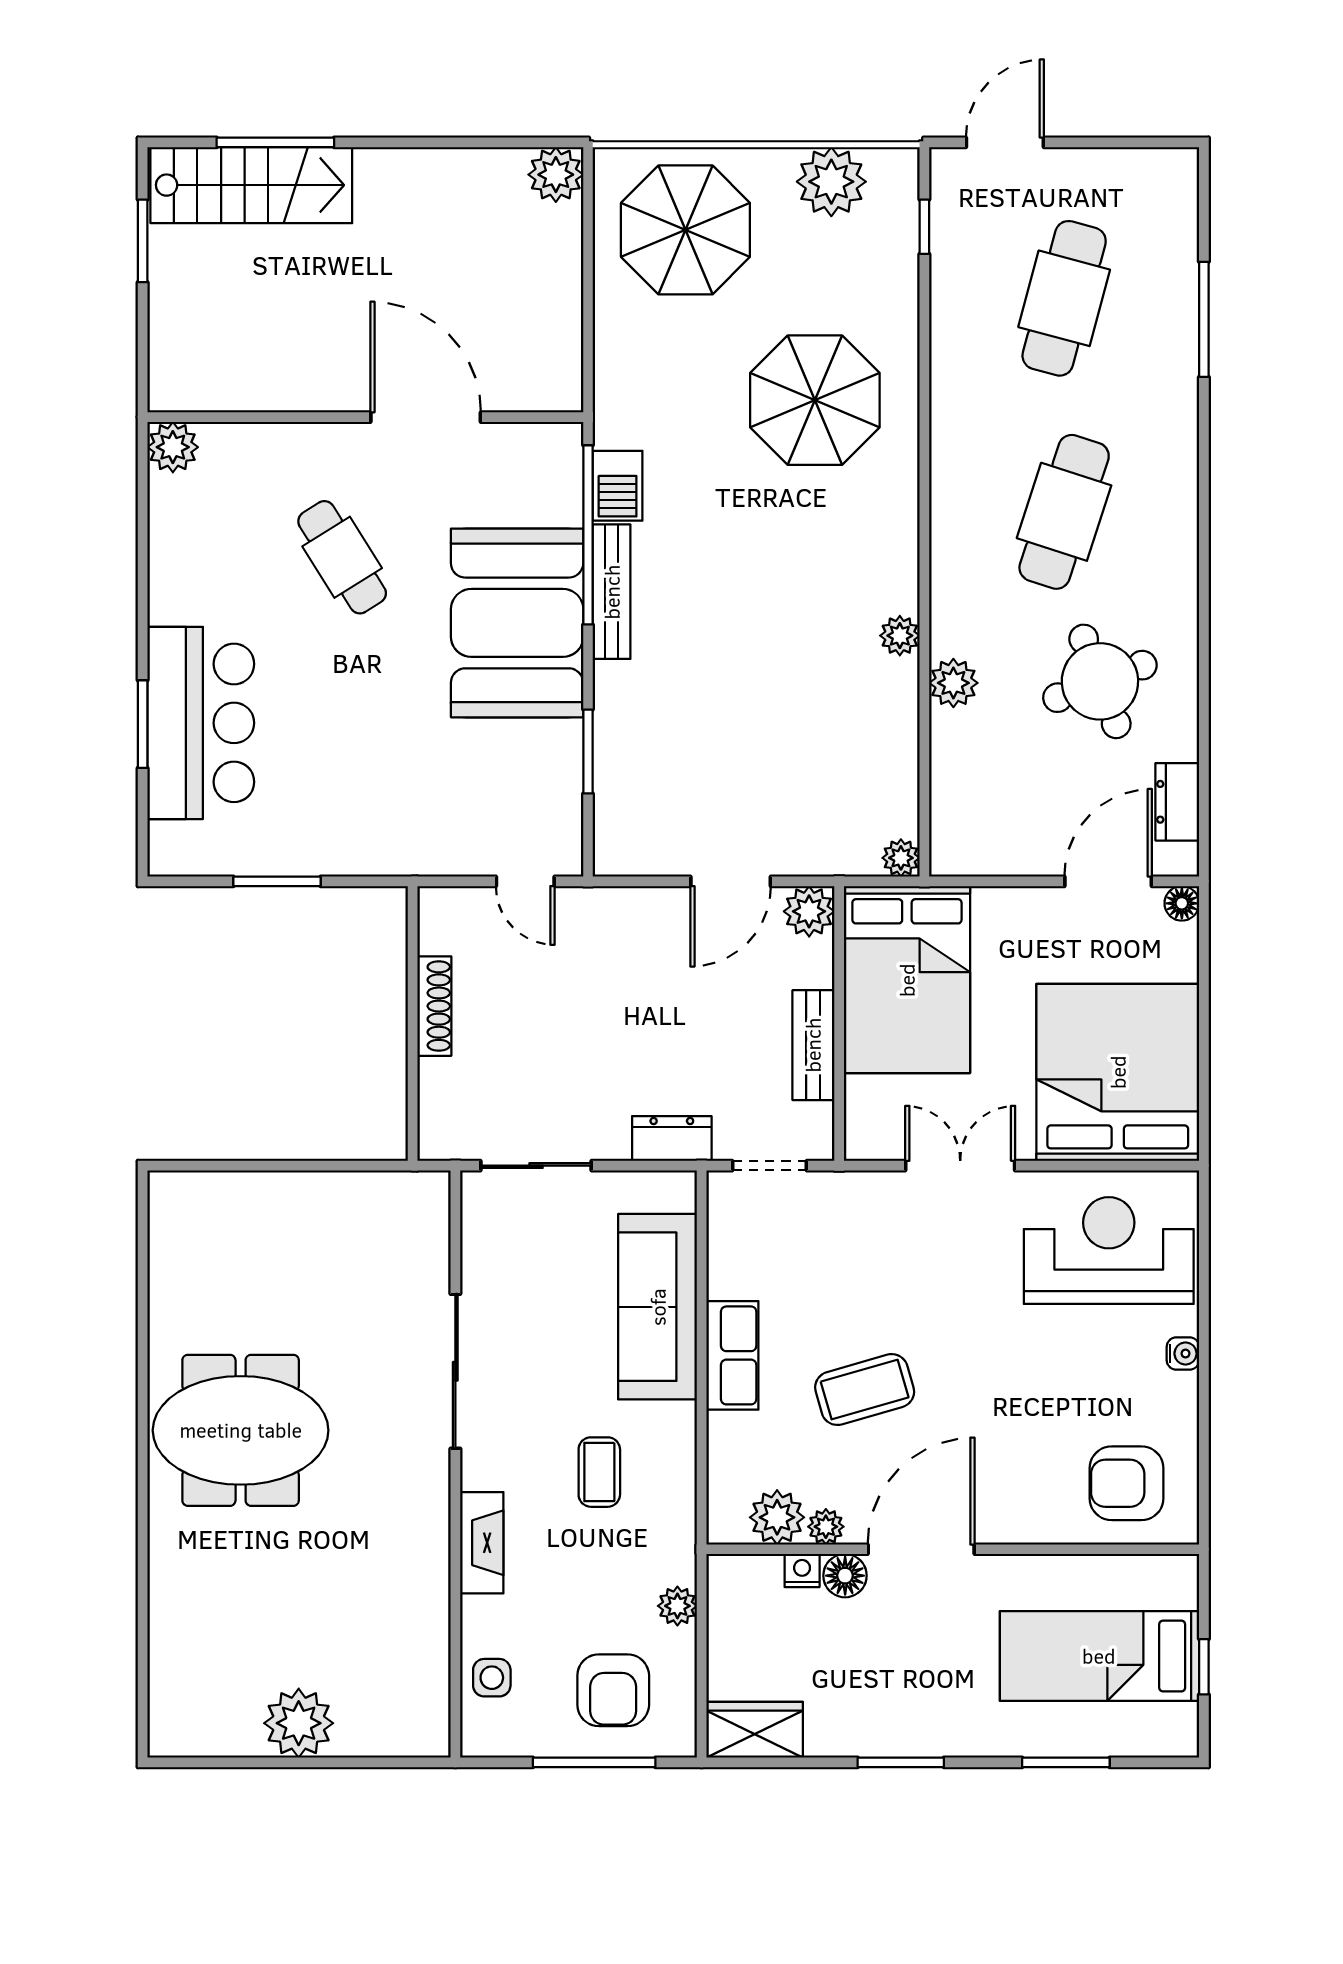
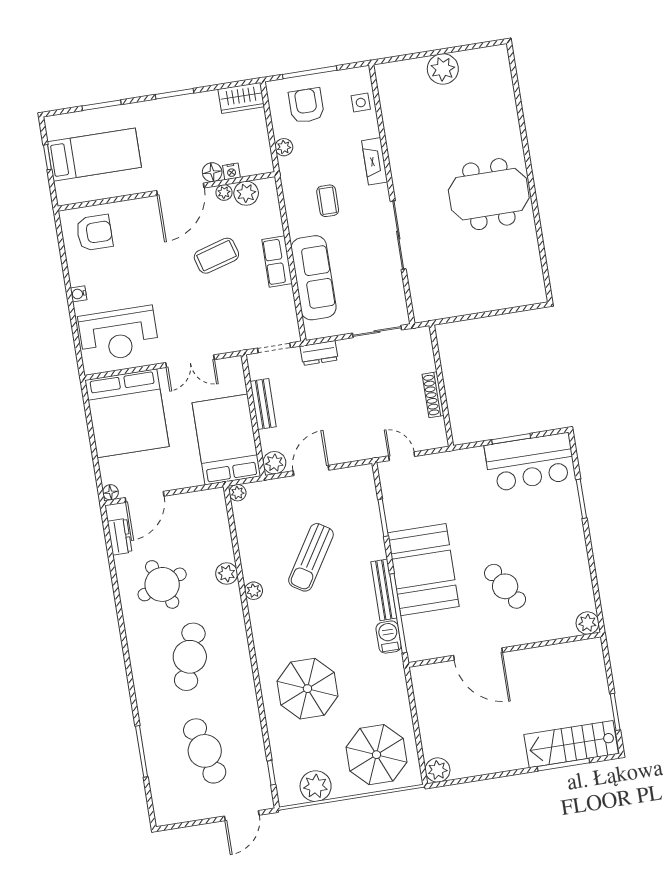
cafe table: (1064, 298) -> (205, 751), turned -30
sun lounger: (761, 689) -> (311, 557), added
bar counter: (201, 723) -> (530, 462), moved, turned -90

